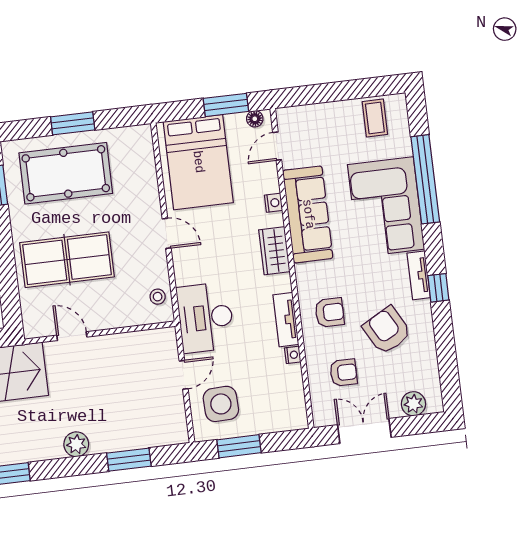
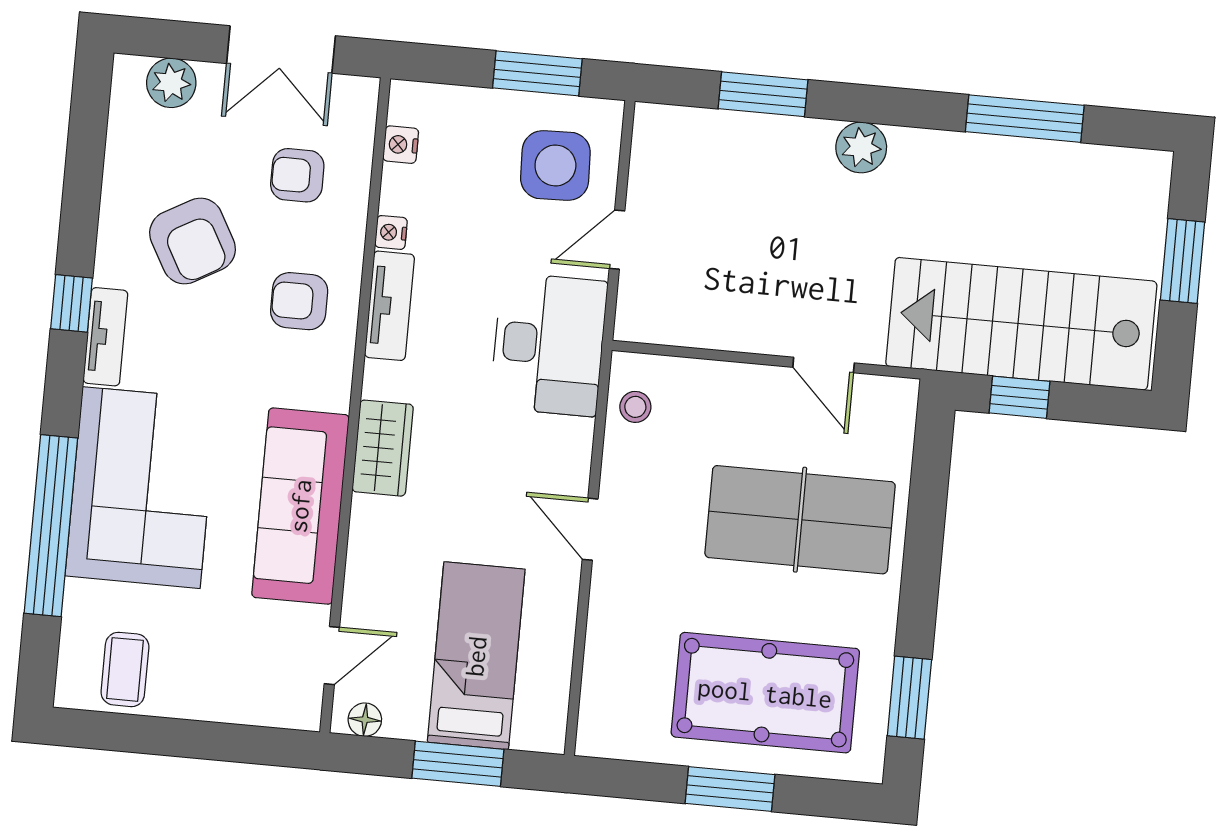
window: (226, 105) -> (458, 764), moved
bed: (198, 162) -> (476, 656), width x0.67
nightstand: (274, 203) -> (401, 145), moved

